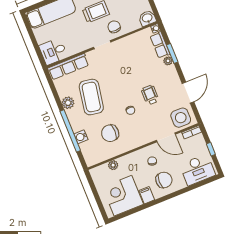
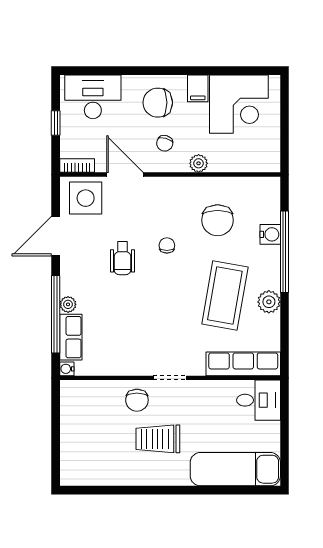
washbasin: (147, 18) -> (74, 392), removed
window: (172, 53) -> (56, 314), width x2.11
chair: (110, 133) -> (218, 220), turned 90
plant: (113, 165) -> (199, 163), moved

